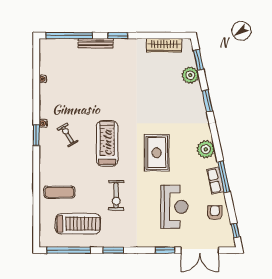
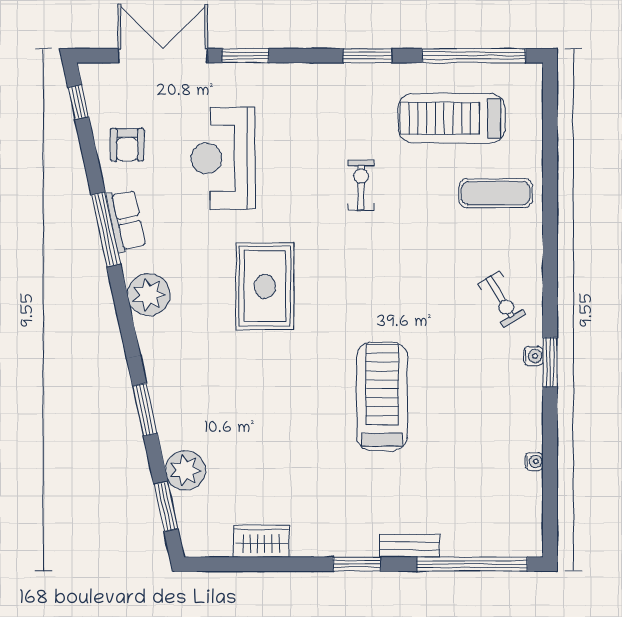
bench: (96, 43) -> (410, 546), width x0.73
wardrobe: (164, 45) -> (261, 541), width x0.67
window: (36, 135) -> (550, 362), moved
exercise bike: (68, 135) -> (502, 299), moved
treadmill: (107, 143) -> (382, 396), moved, turned 180
exercise bike: (116, 195) -> (361, 185), width x0.73, depth x0.72

